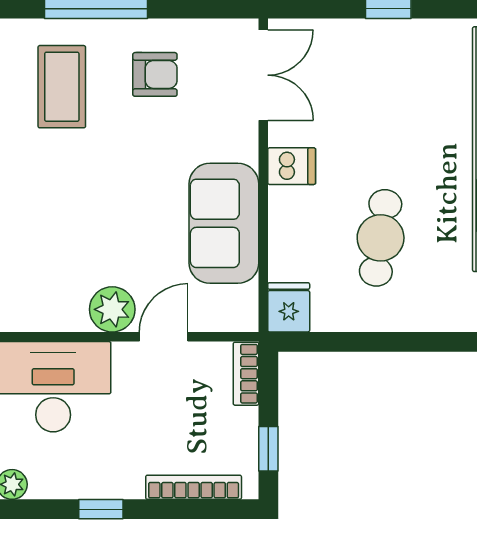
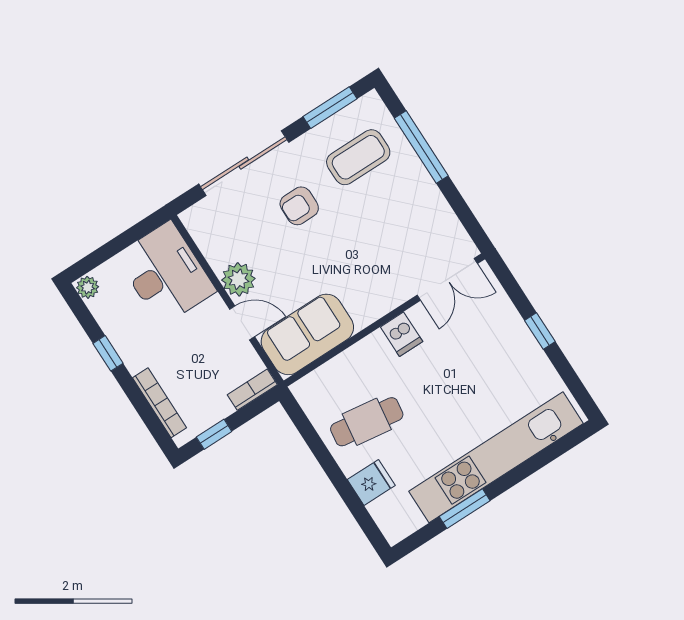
armchair: (155, 74) -> (299, 206), moved, turned 90
sofa: (224, 223) -> (307, 334), moved
cafe table: (381, 238) -> (367, 422), moved
fridge: (289, 307) -> (371, 482), moved

